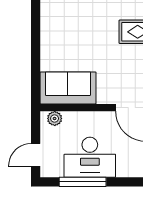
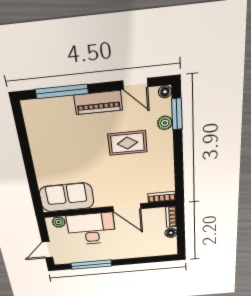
desk: (90, 157) -> (91, 229), moved, turned 180

